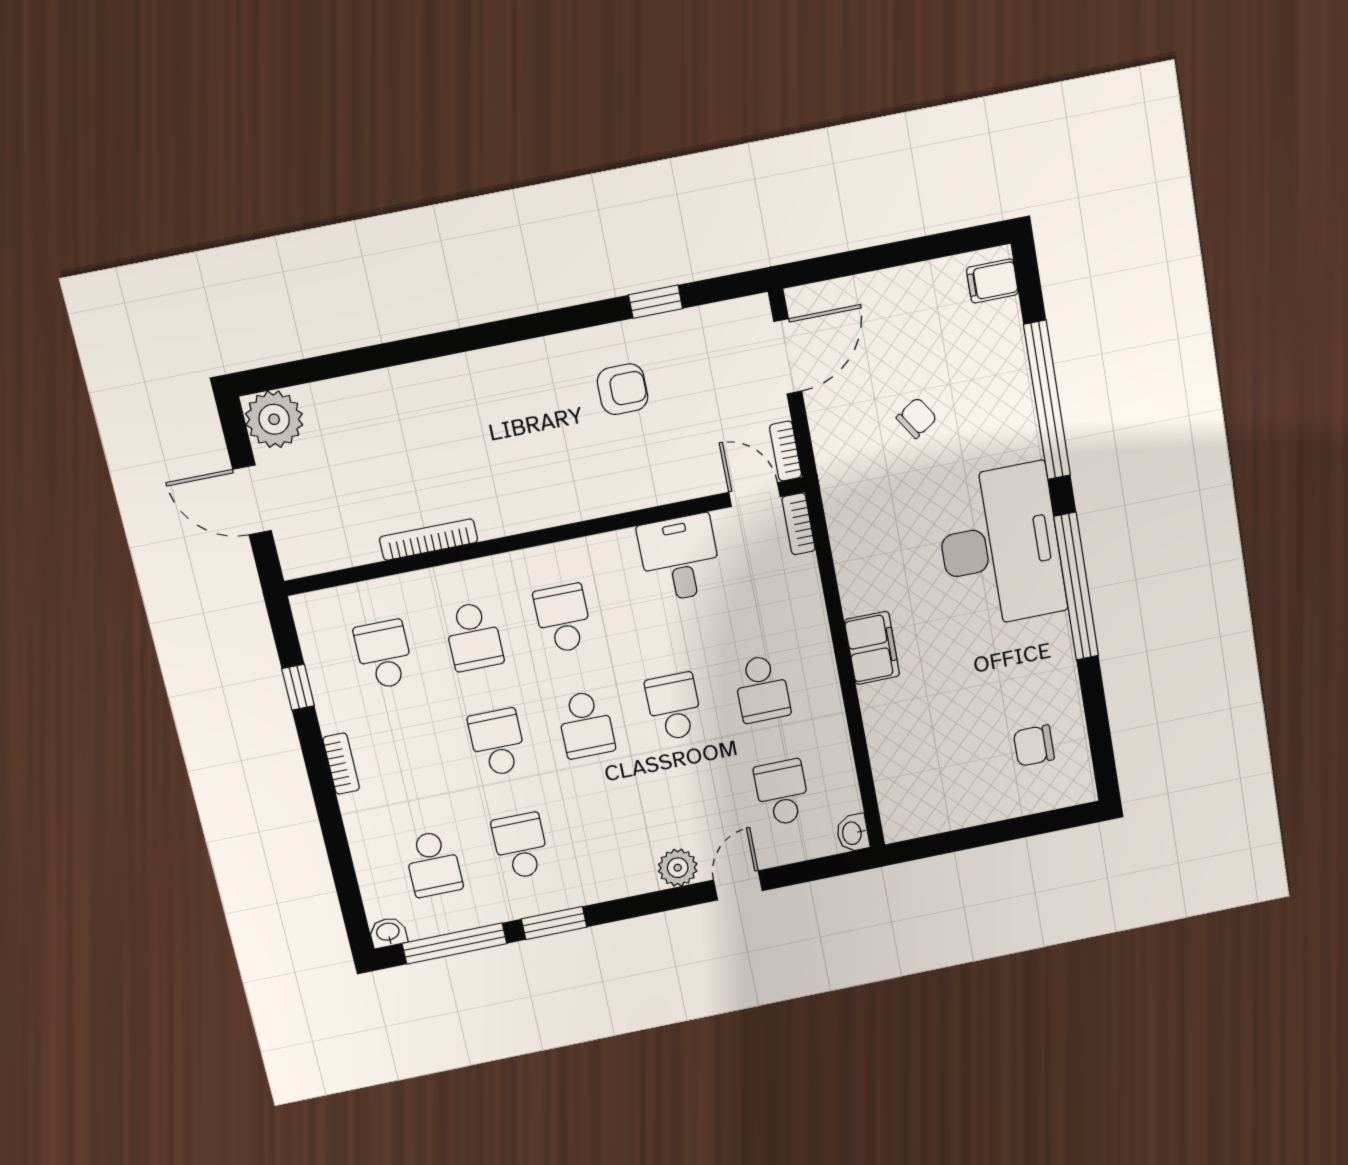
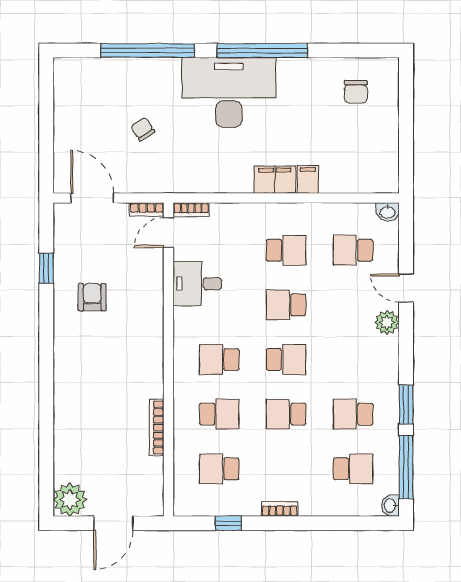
filing cabinet: (992, 281) -> (308, 179), moved, turned 180

